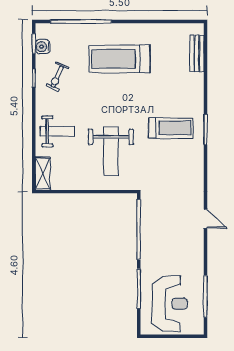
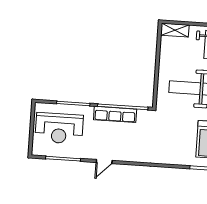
door: (205, 219) -> (104, 161), moved
row of seats: (148, 238) -> (115, 114), added

